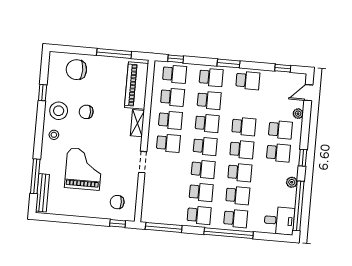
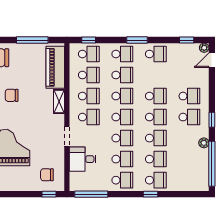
plant: (298, 114) -> (204, 48), moved
desk: (279, 221) -> (83, 159), moved, turned 180
window: (229, 233) -> (151, 194), width x0.32

